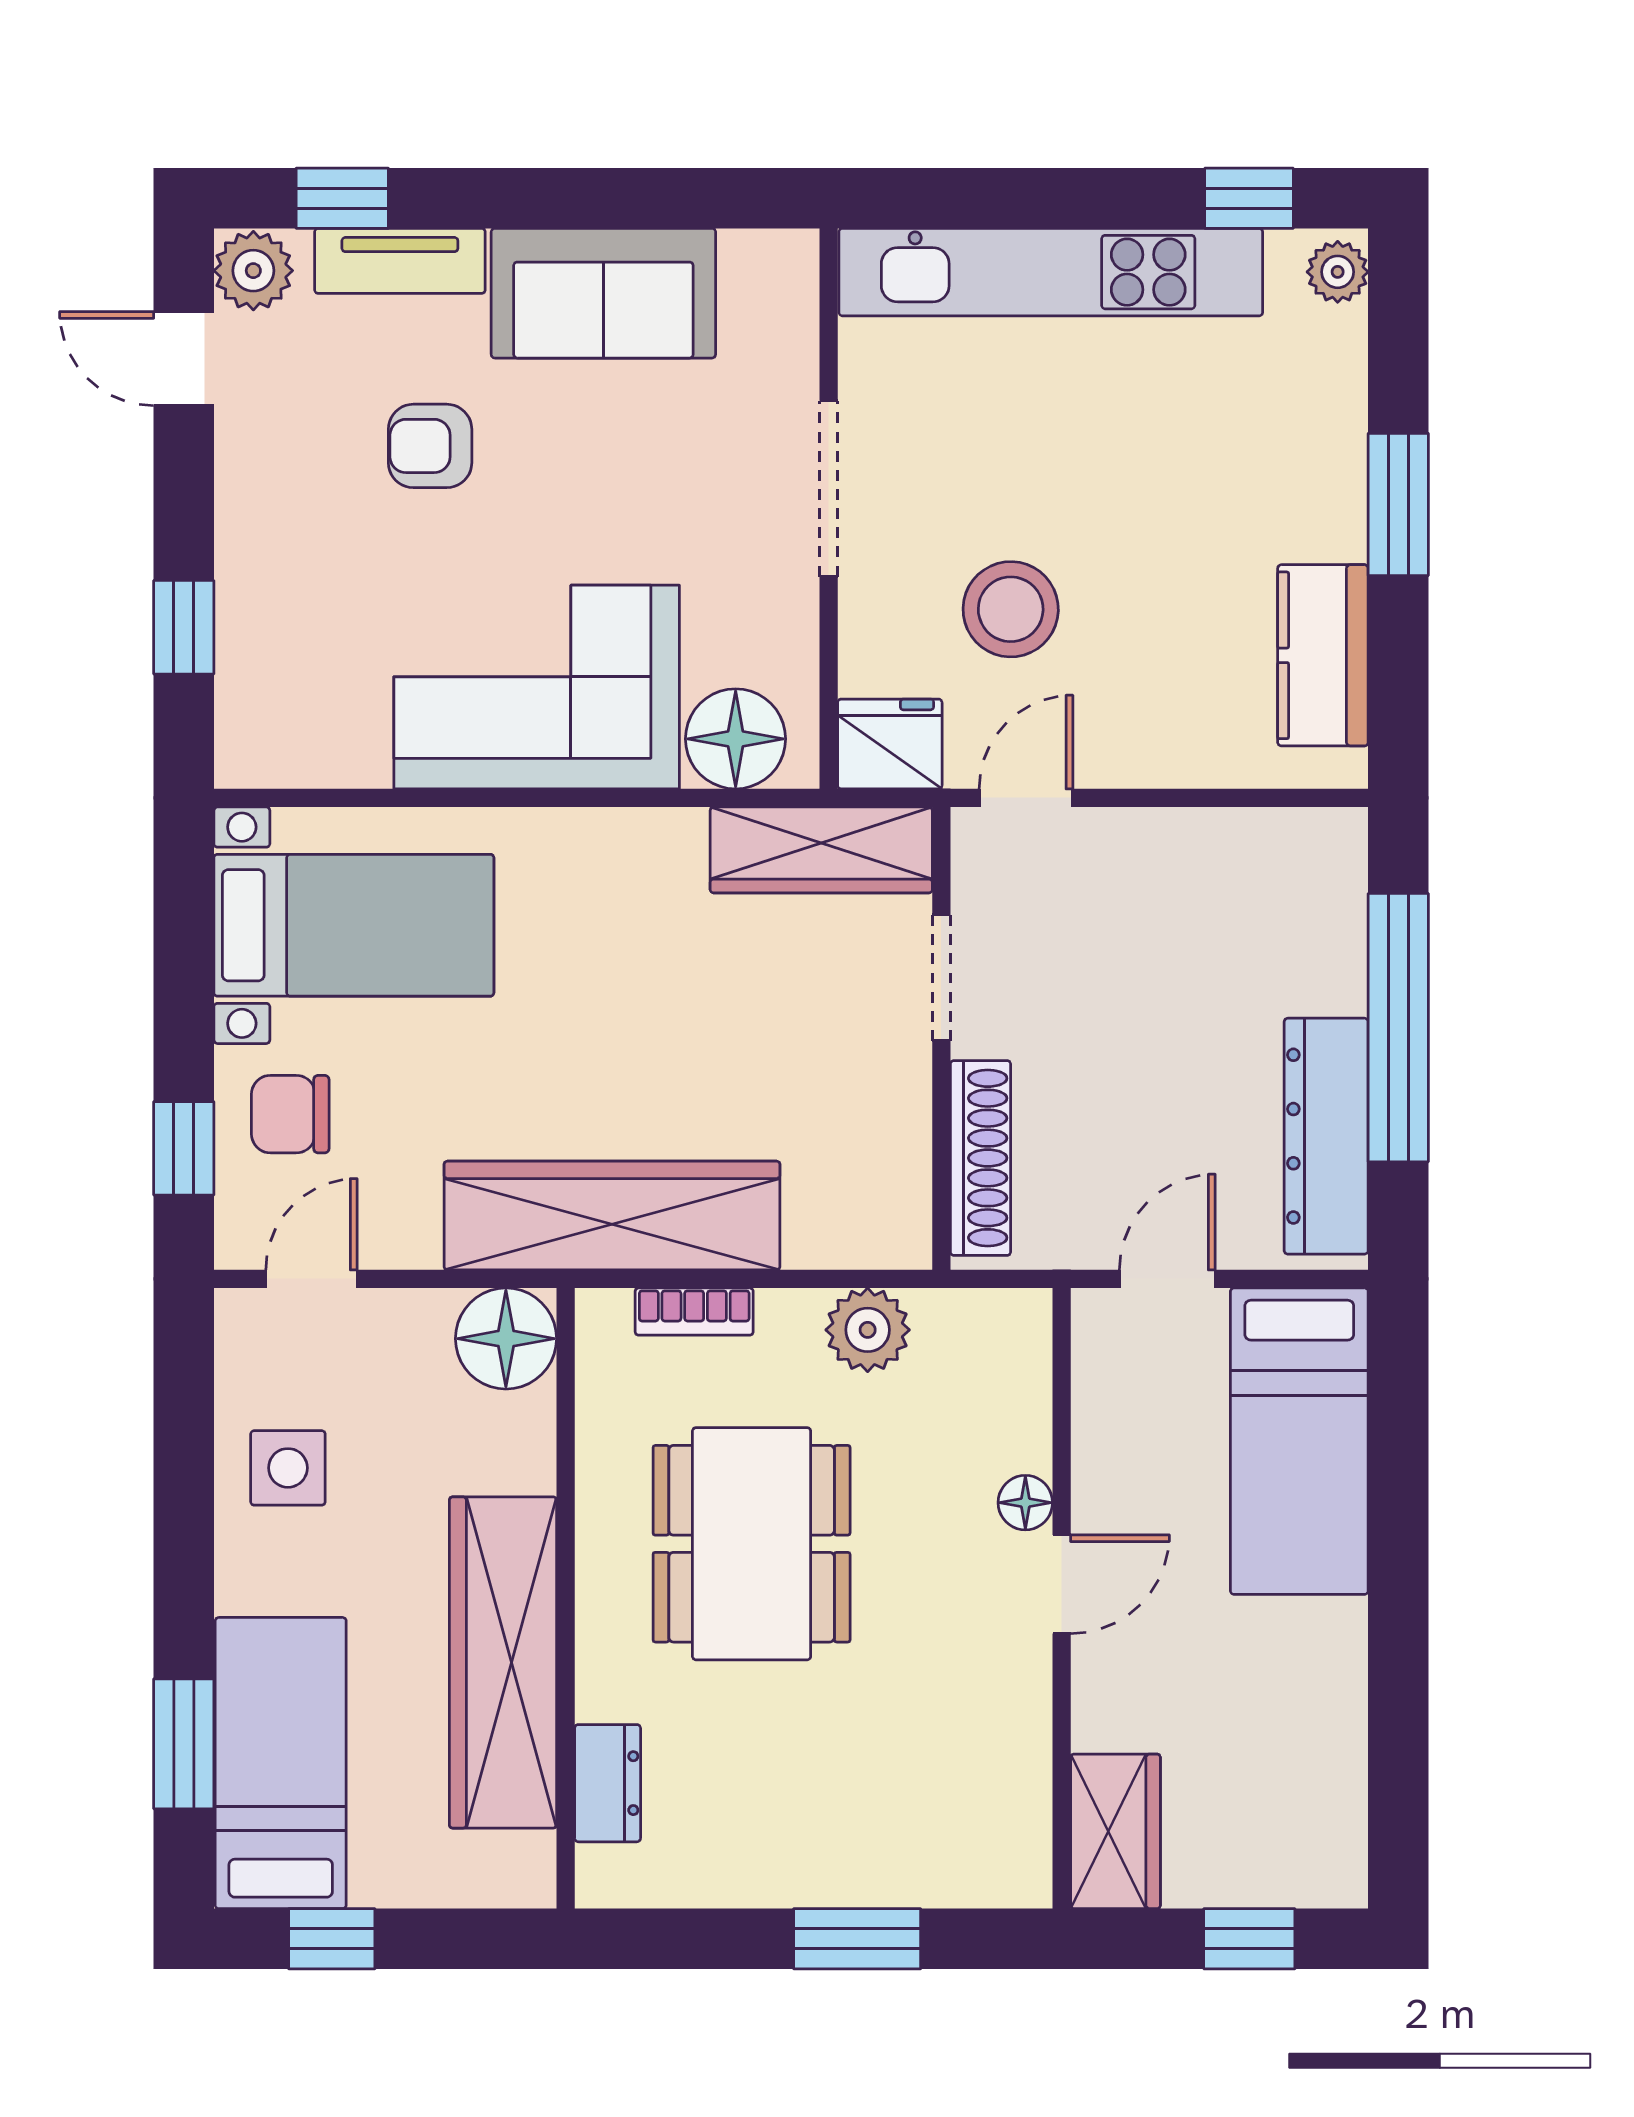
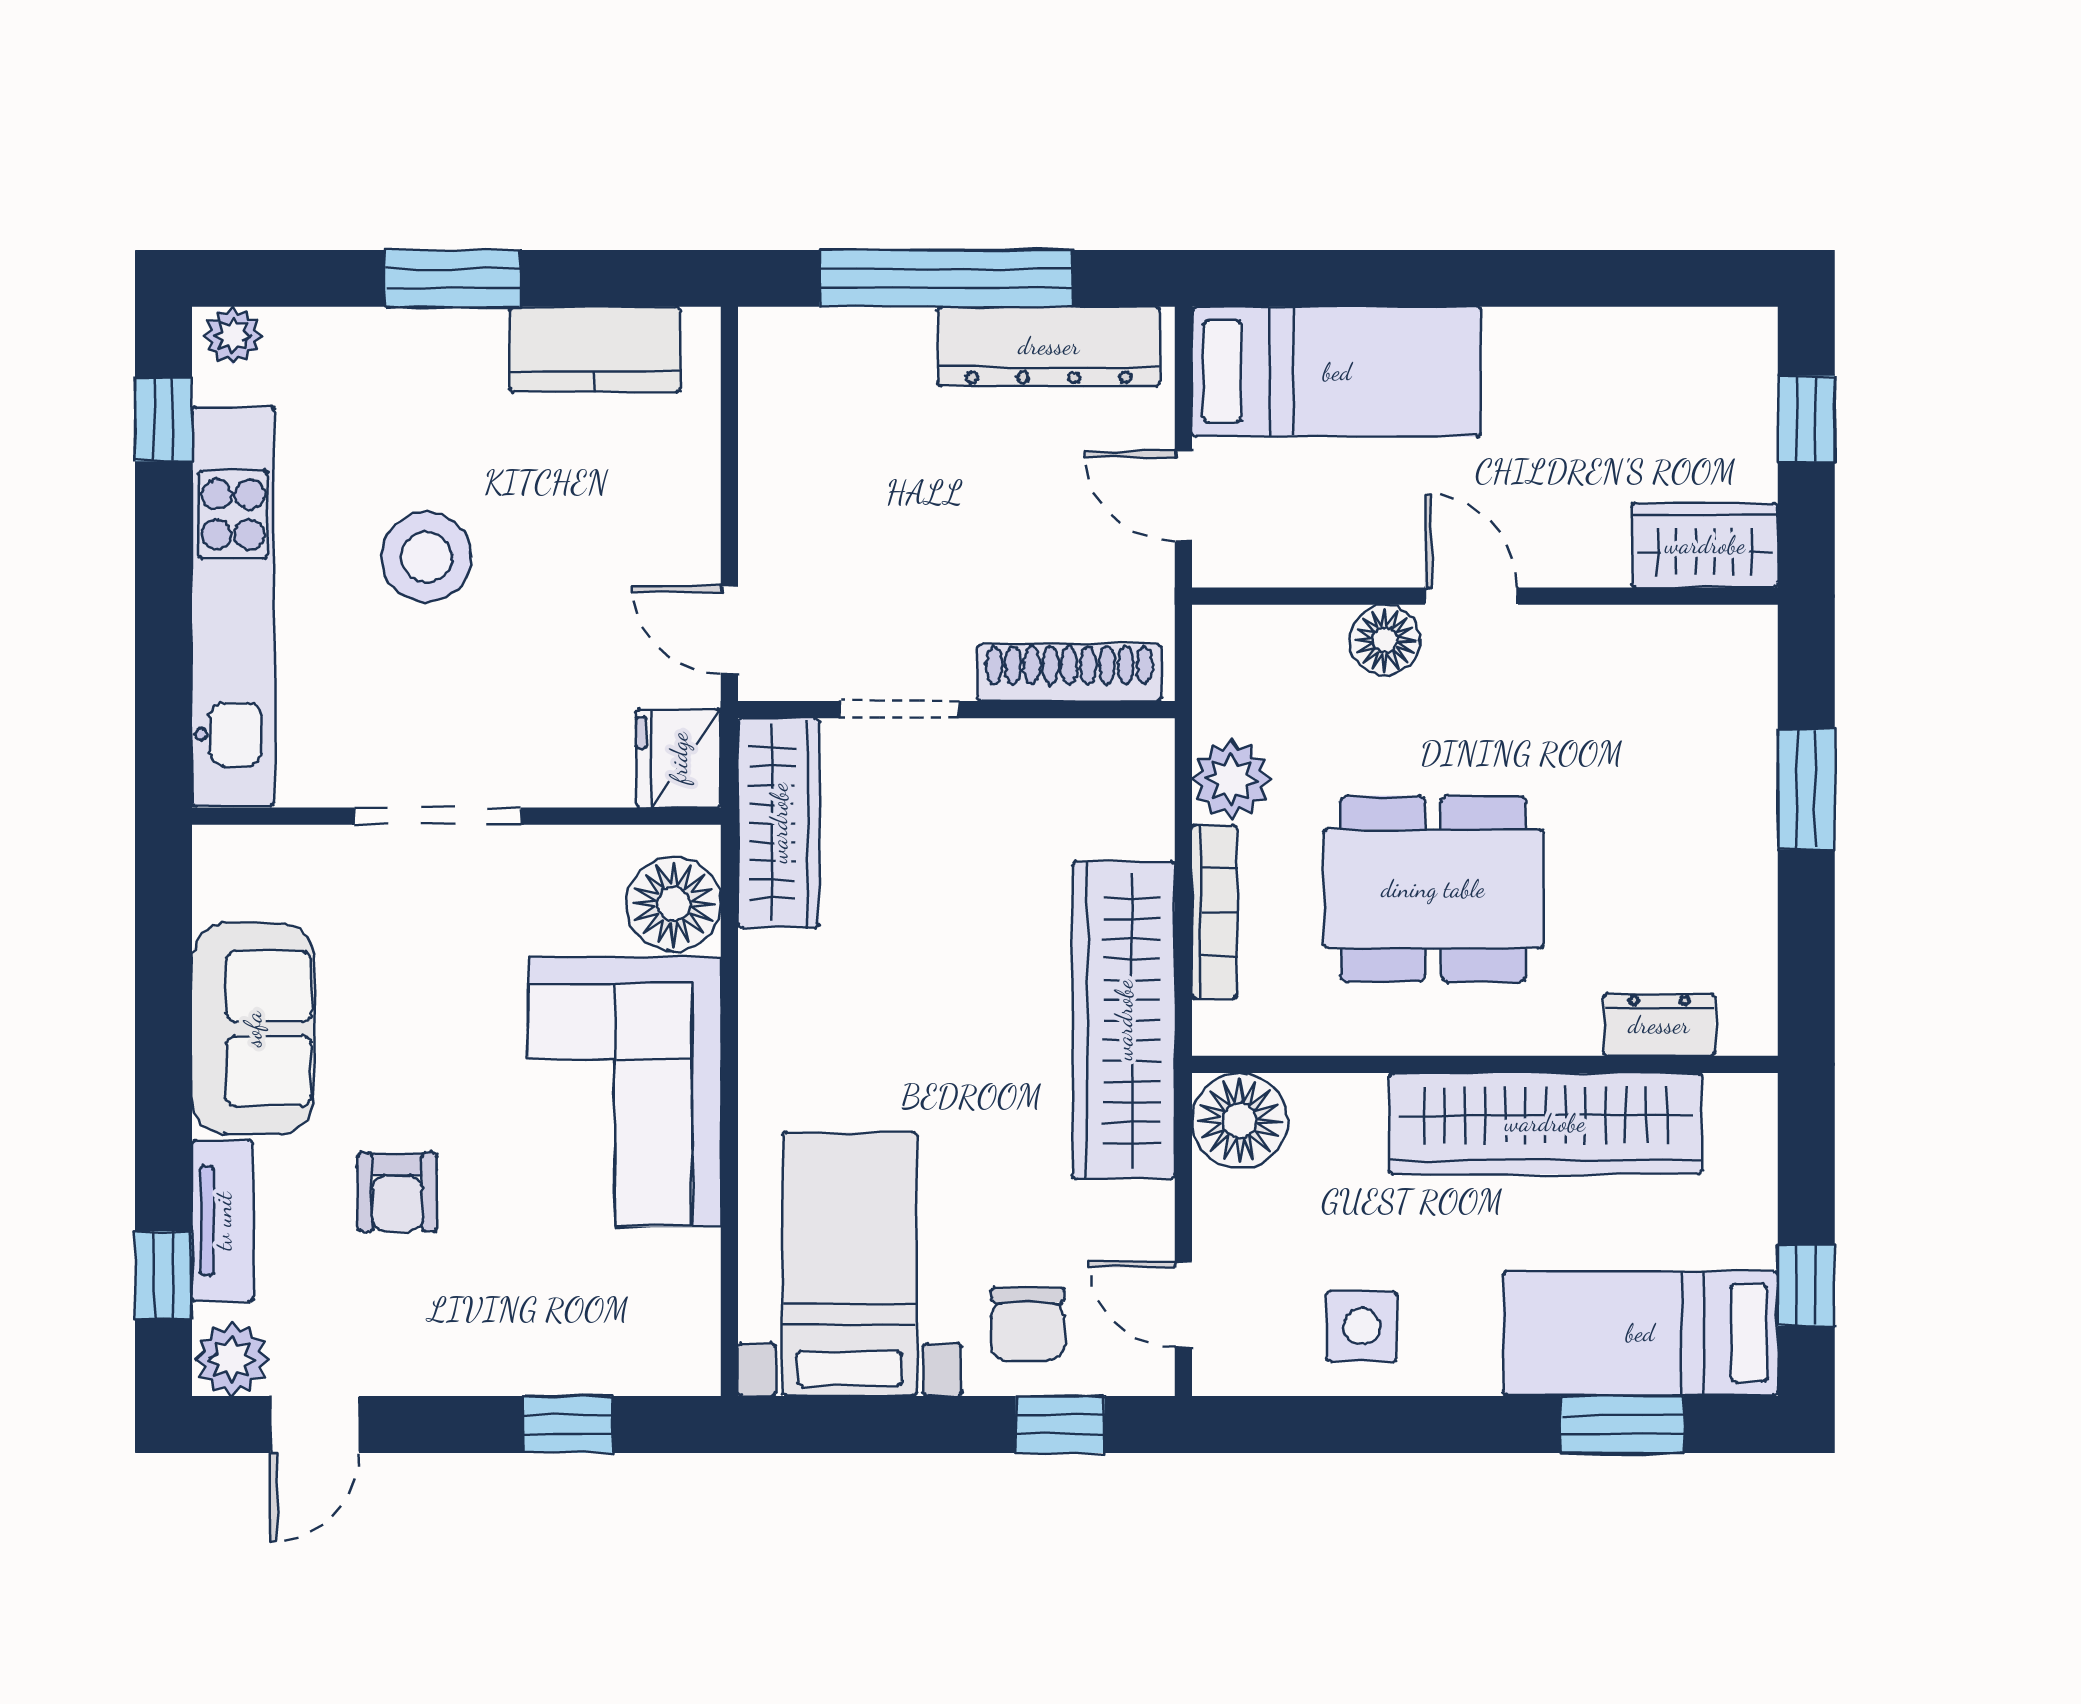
stool: (1011, 609) -> (426, 557), moved
bookcase: (694, 1312) -> (1214, 912), width x1.56
floor lamp: (1025, 1503) -> (1385, 640), width x1.37, depth x1.37

